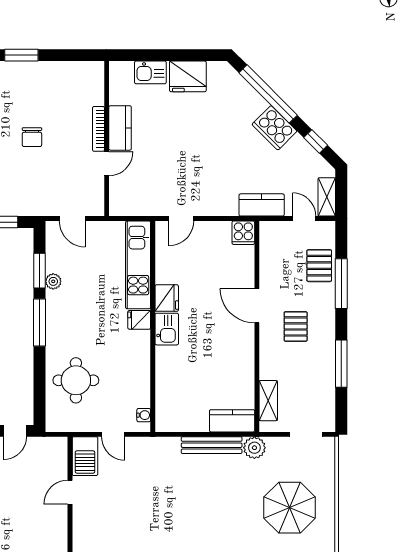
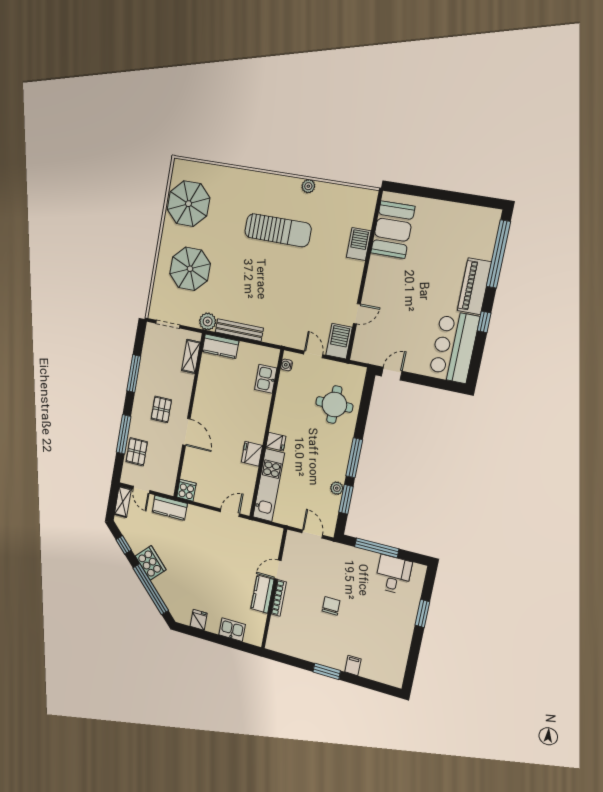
fridge: (188, 76) -> (199, 620), width x0.53, depth x0.75
kitchen sink: (167, 329) -> (266, 379), moved

